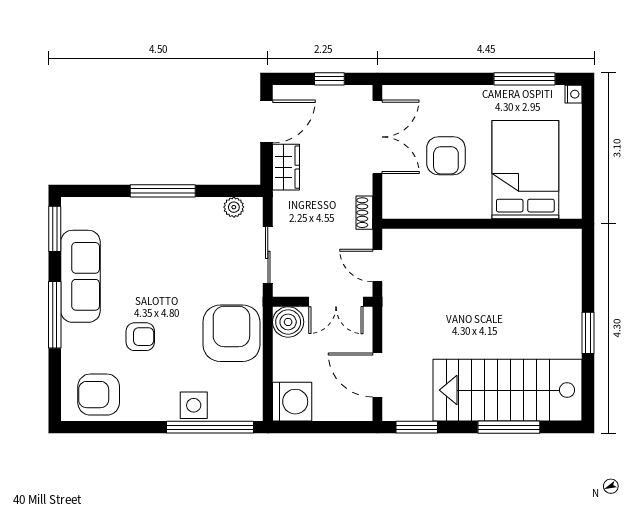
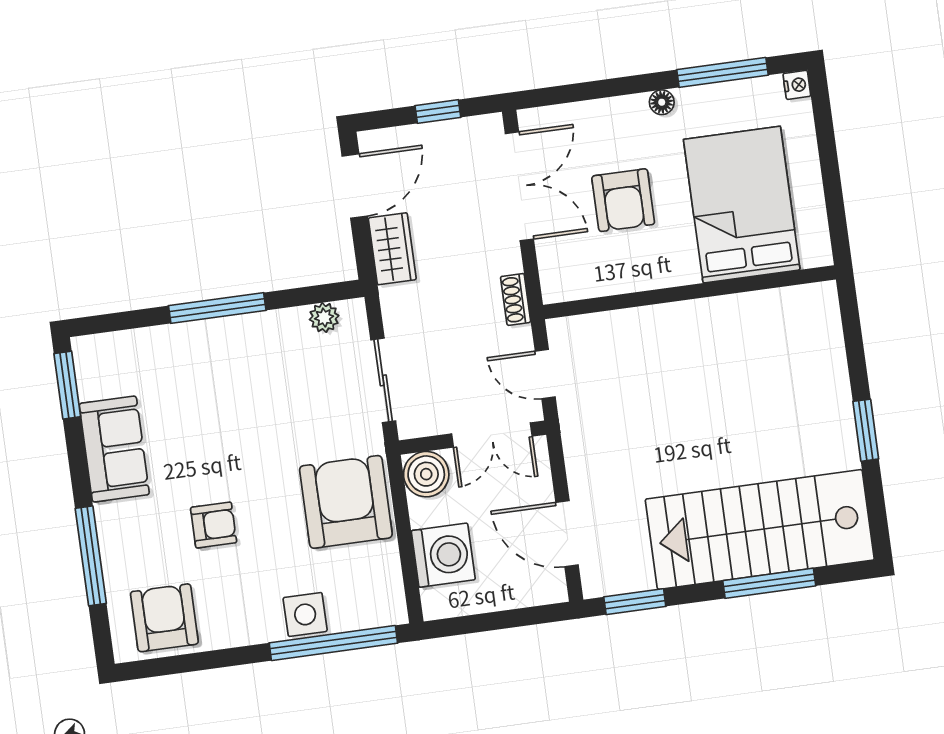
floor lamp: (481, 93) -> (662, 102), added
sofa: (80, 276) -> (114, 449), width x0.73
window: (55, 315) -> (91, 556), moved
armchair: (99, 395) -> (164, 618), turned 90
washing machine: (292, 402) -> (443, 555), moved

